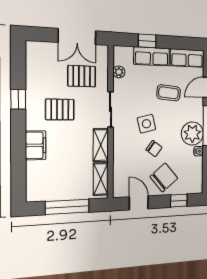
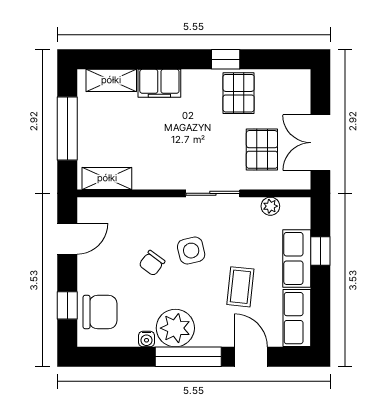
pallet: (60, 109) -> (239, 93), moved
shelving: (101, 145) -> (111, 80), moved
chair: (164, 178) -> (100, 312), moved, turned -50

